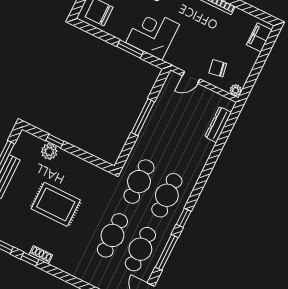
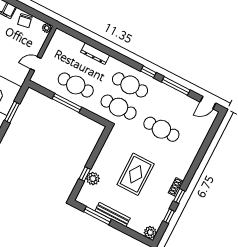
chair: (218, 68) -> (25, 21), moved
door: (191, 77) -> (36, 64), swing flipped
dresser: (218, 125) -> (95, 54), moved
cafe table: (140, 249) -> (76, 85), moved

